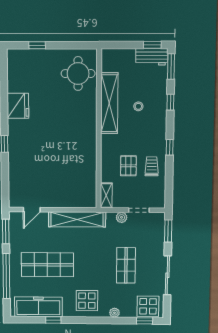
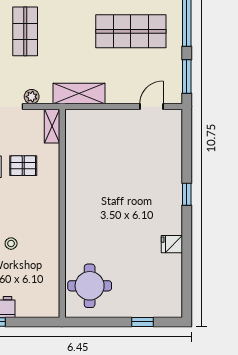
shelving: (109, 103) -> (49, 248), removed
fridge: (18, 106) -> (172, 244), width x0.53, depth x0.75
pallet: (128, 166) -> (23, 166), turned 90
shelving: (77, 219) -> (79, 94), width x0.68

